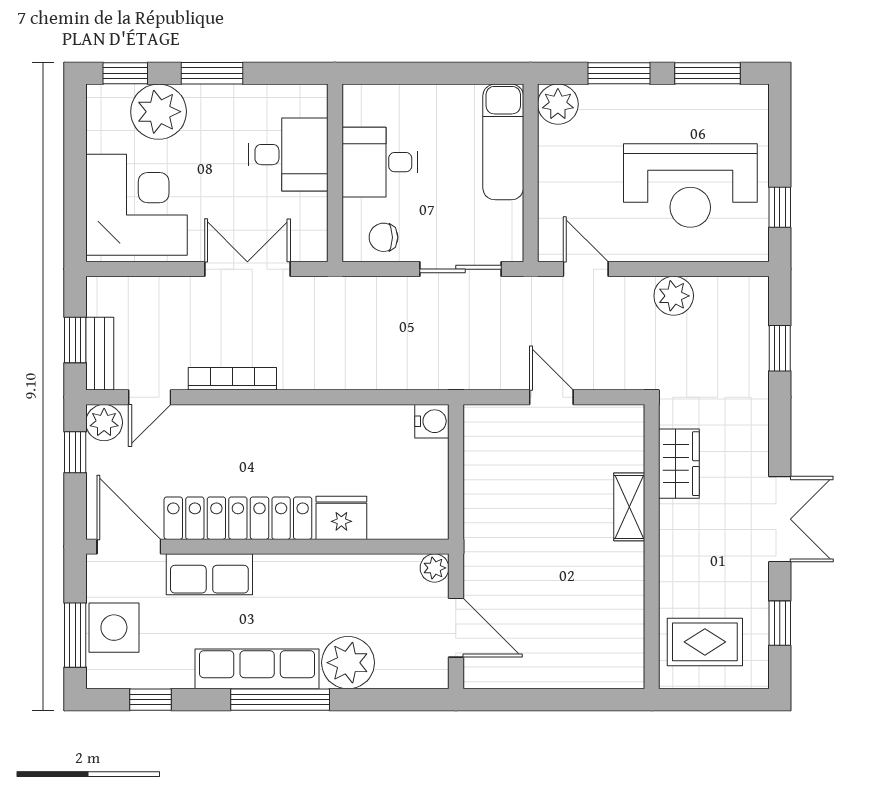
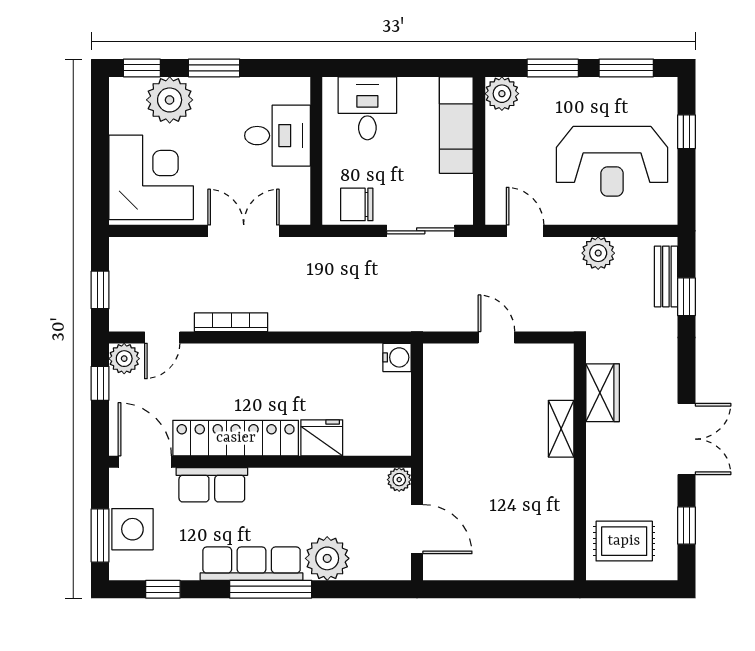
desk: (380, 162) -> (367, 108), moved, turned 90
window: (780, 207) -> (686, 132), moved
chair: (384, 237) -> (357, 204), width x1.37, depth x1.37
bench: (100, 354) -> (666, 276), moved

